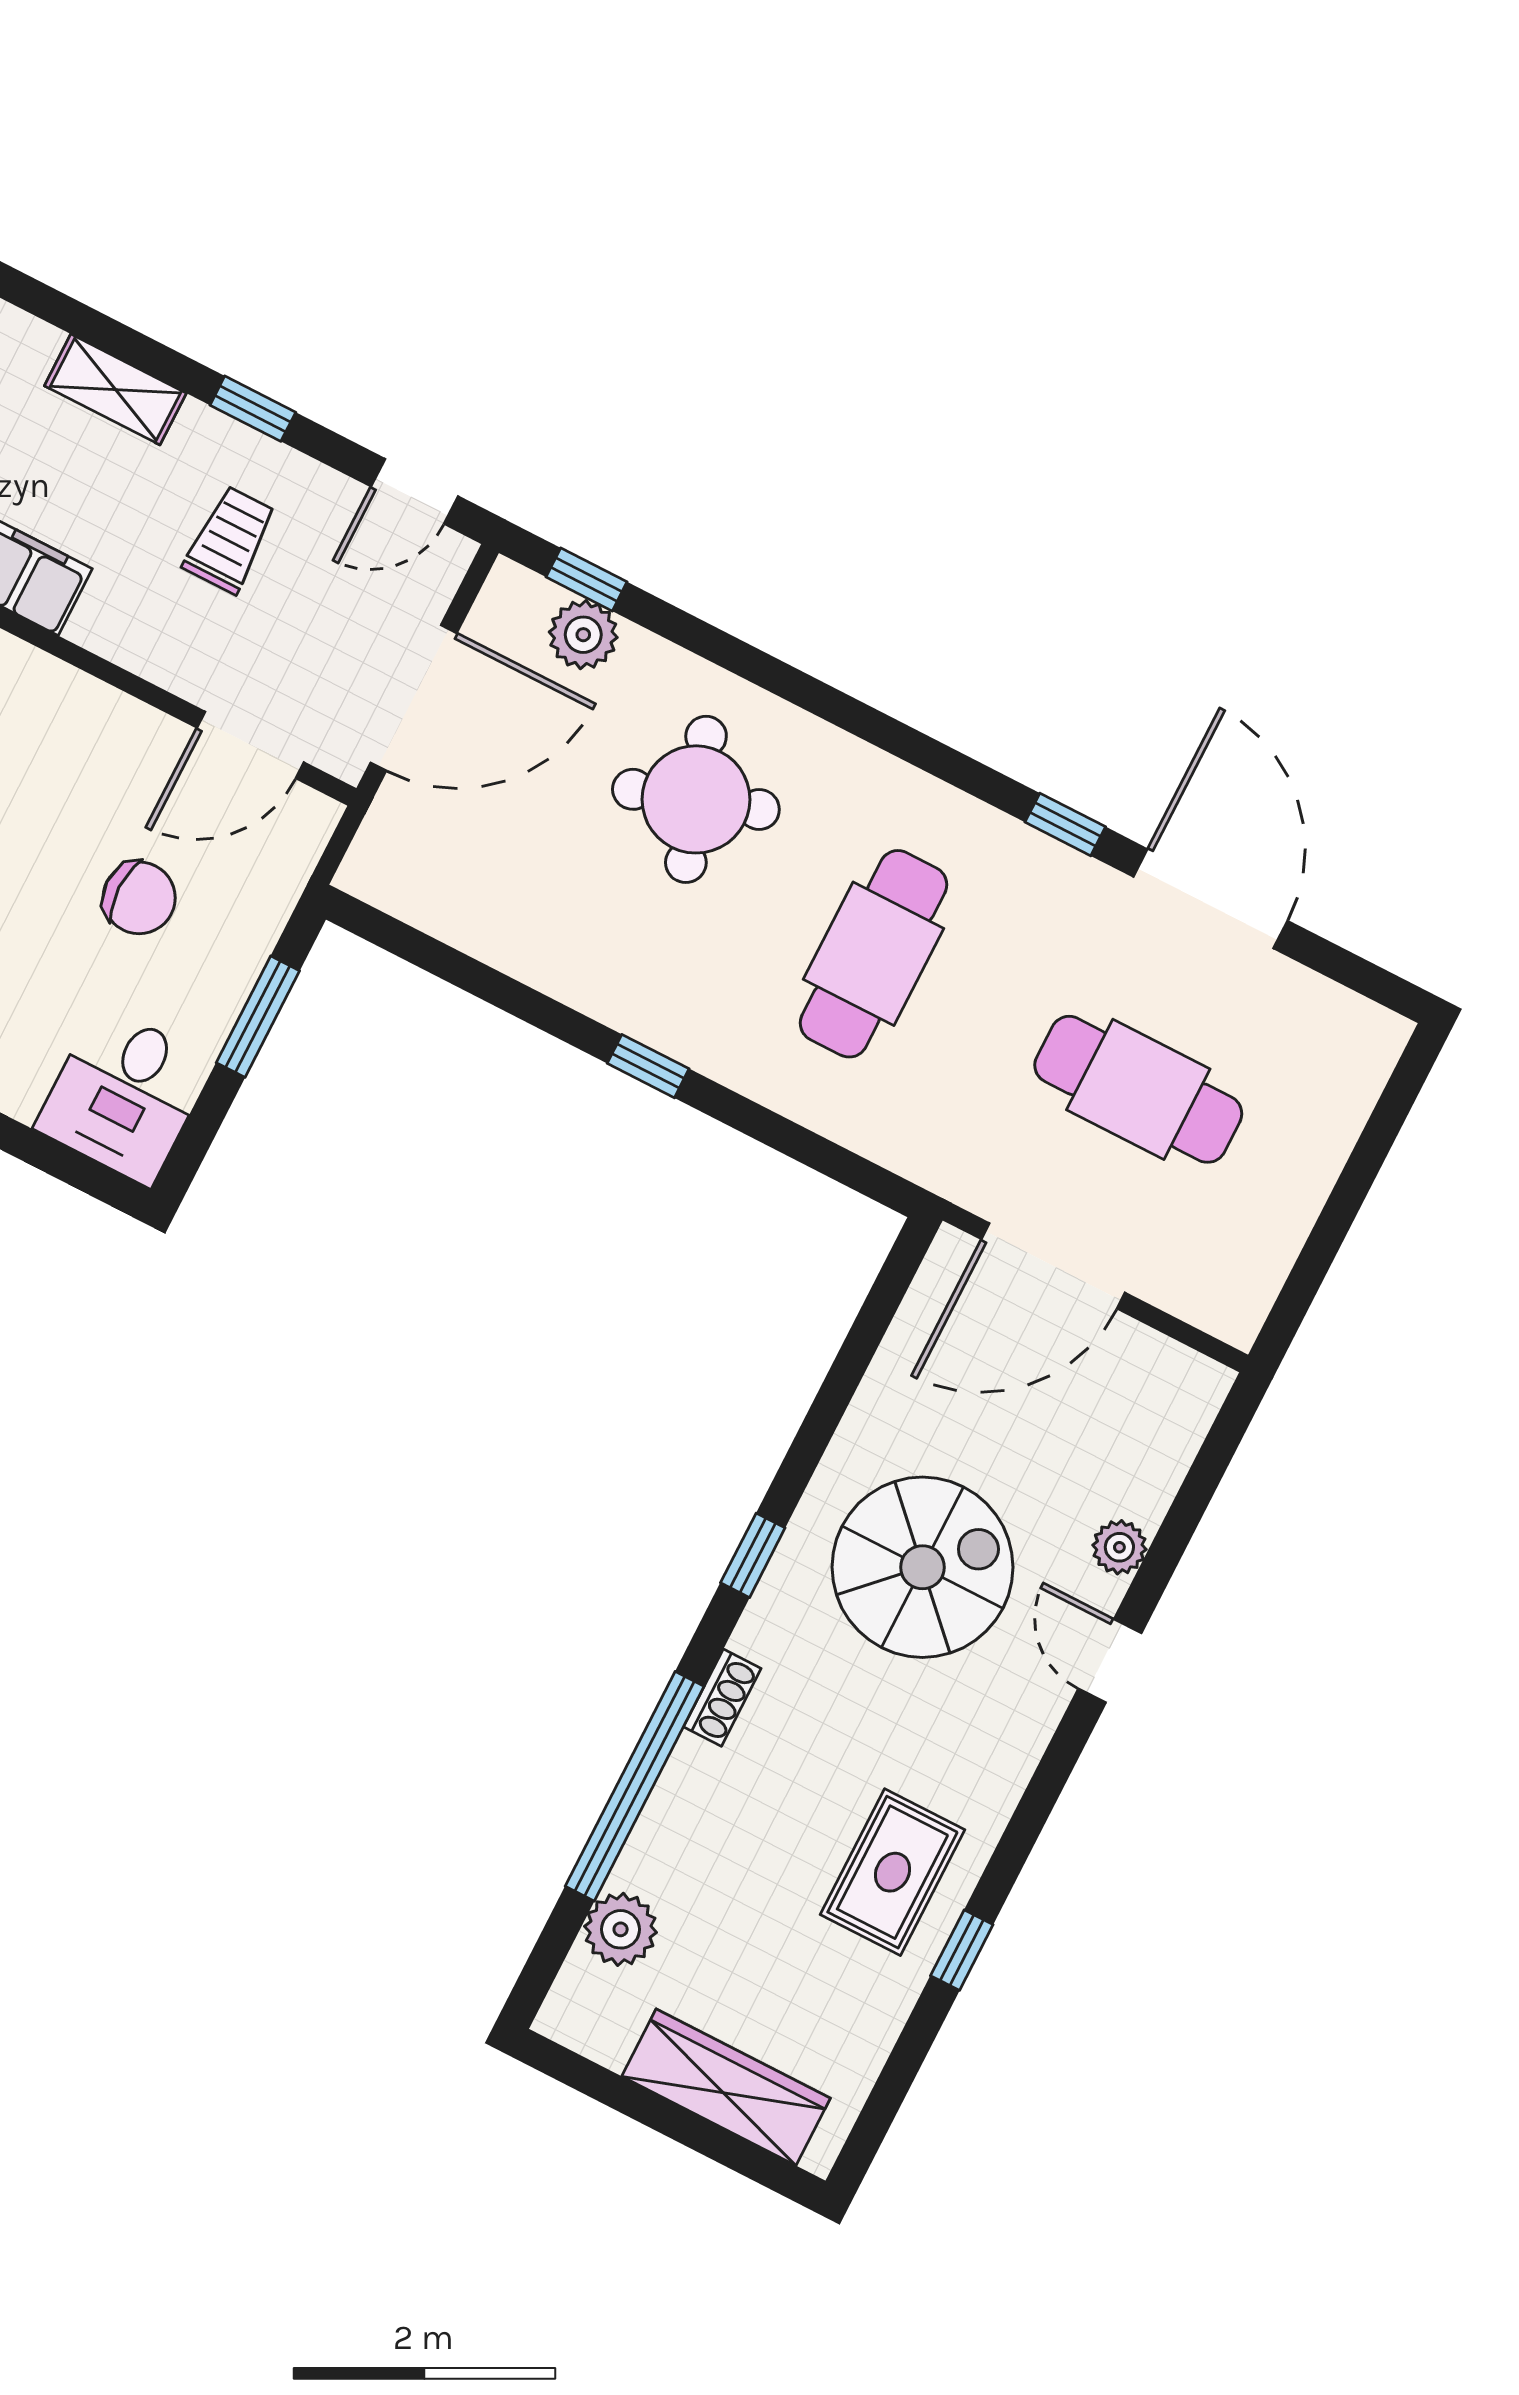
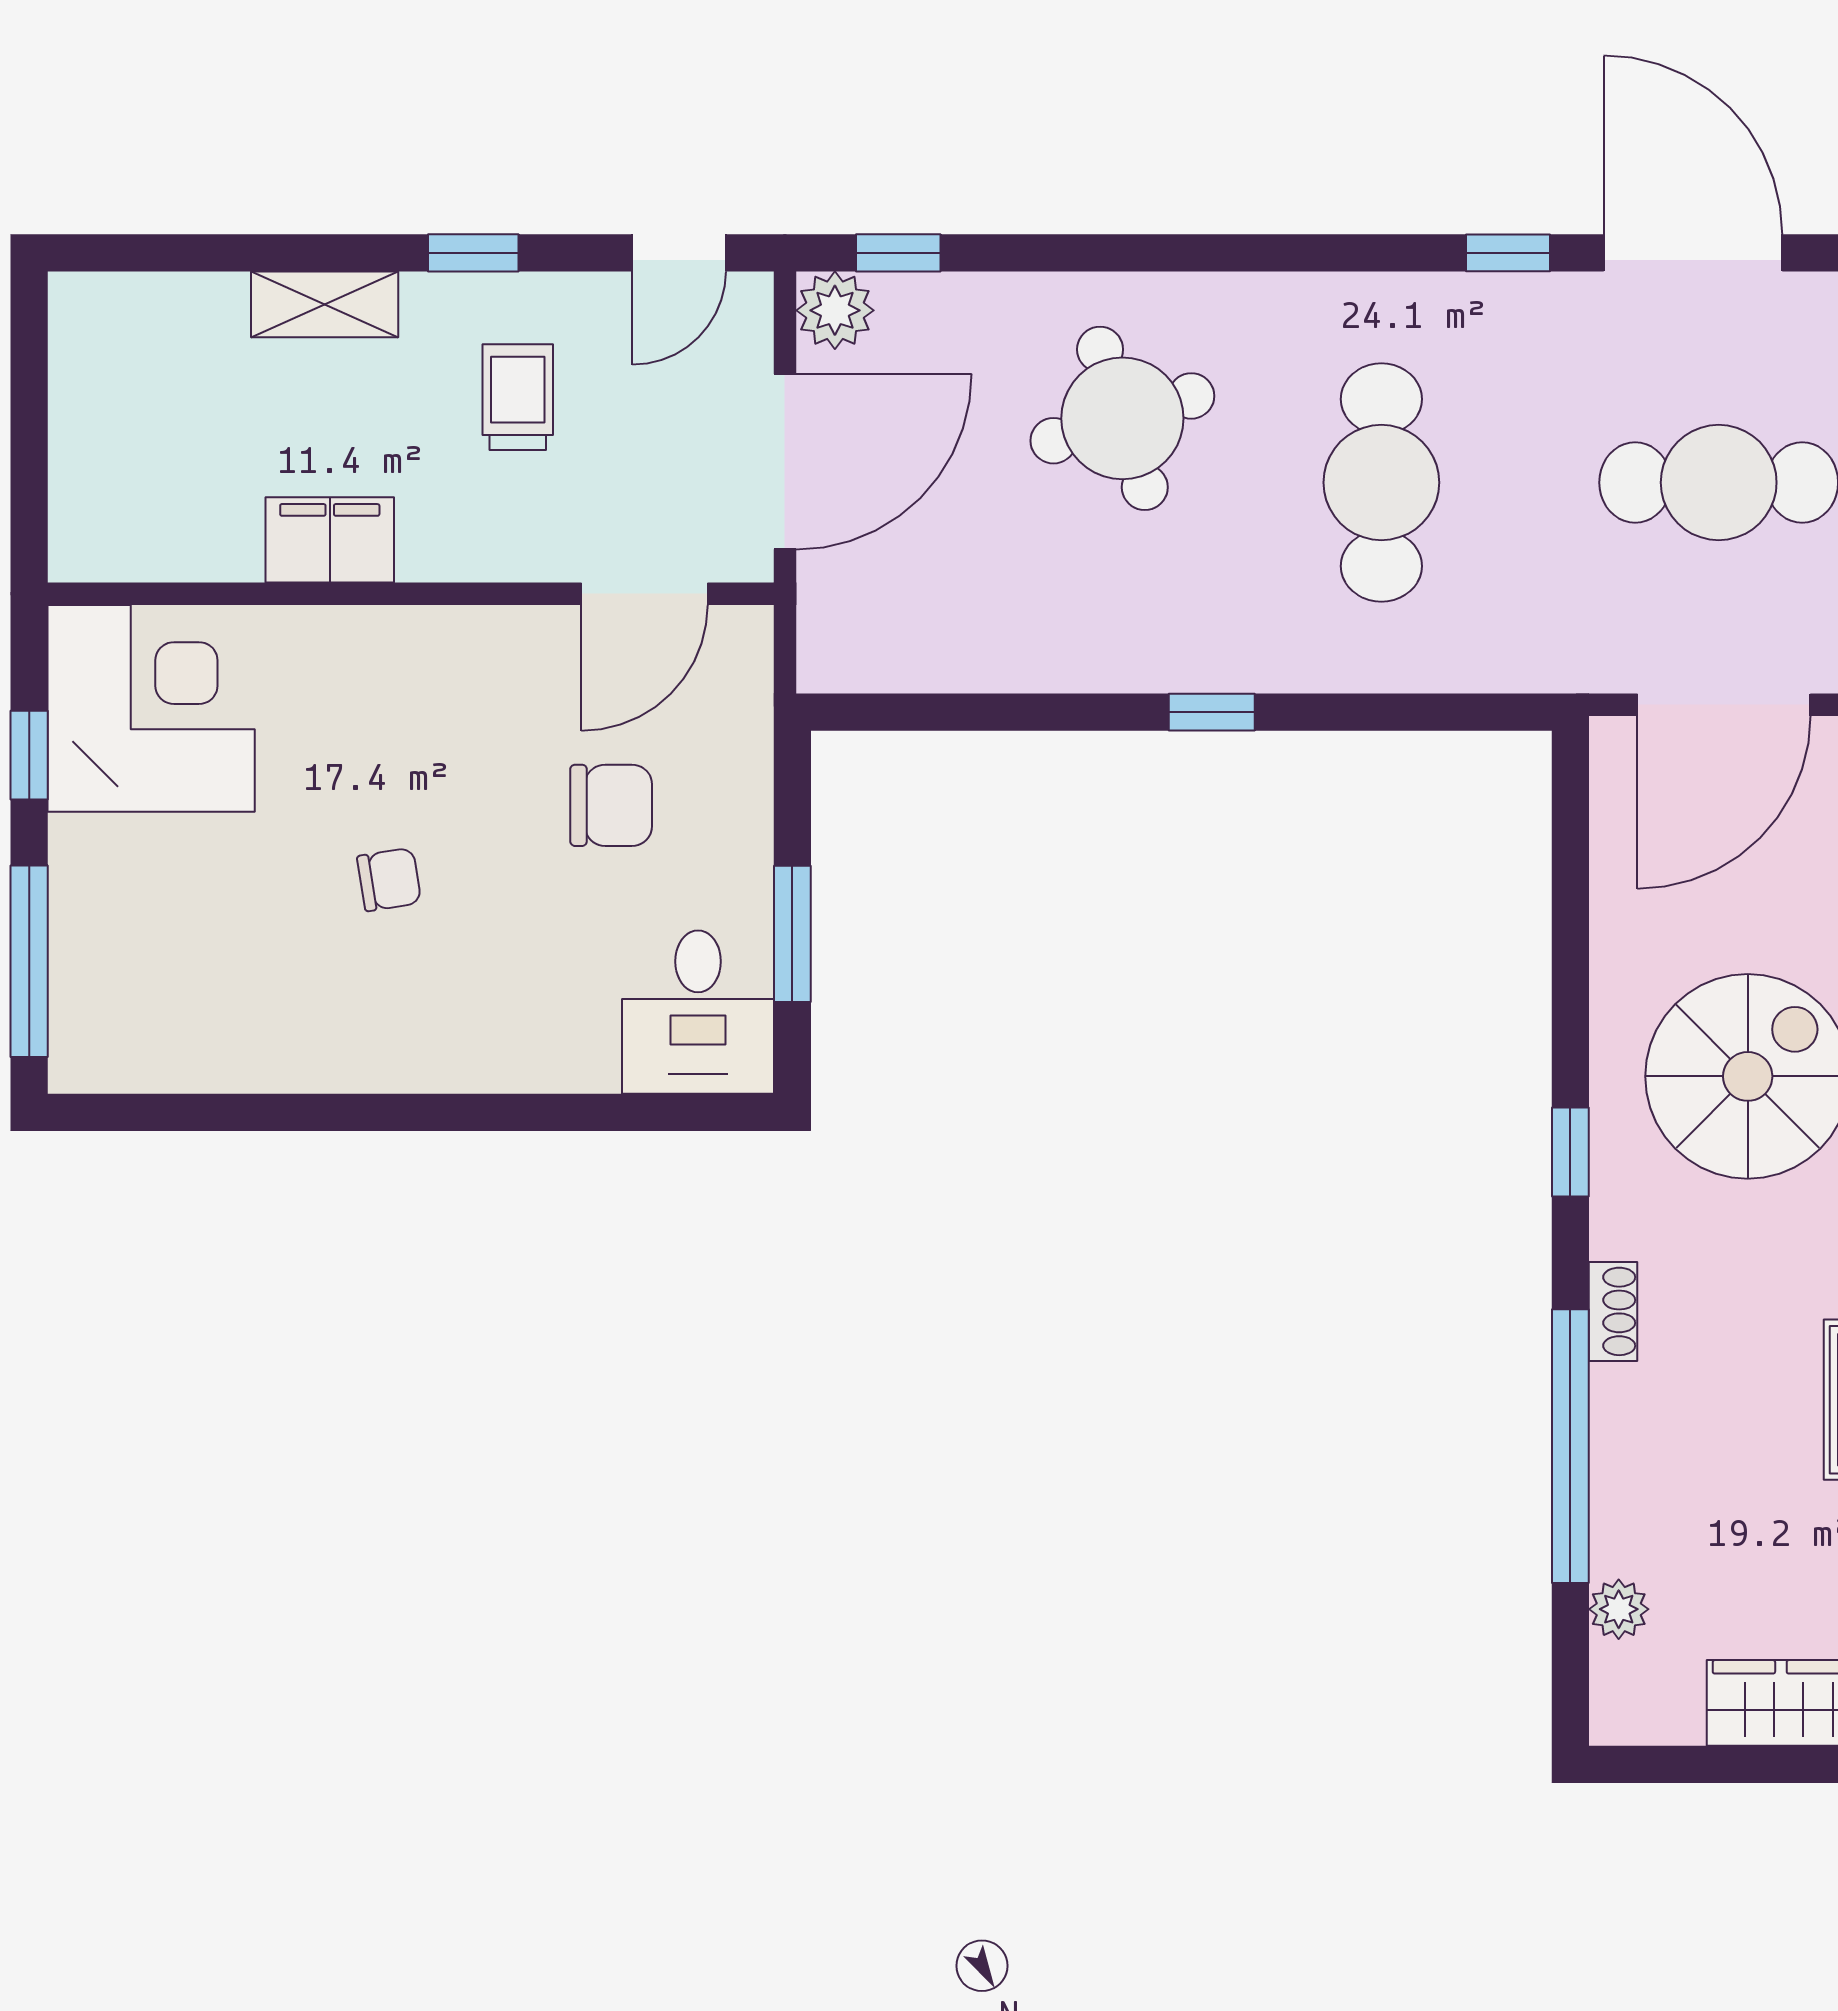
plant: (583, 635) -> (835, 310), moved
window: (258, 1017) -> (792, 934), moved
plant: (621, 1929) -> (1619, 1609), width x0.73, depth x0.73

